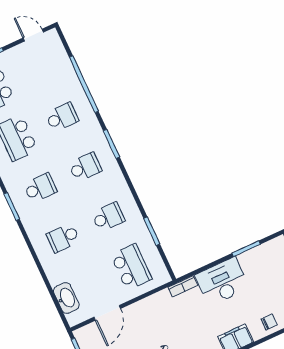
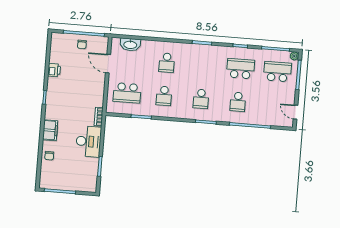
door: (33, 35) -> (296, 112), swing flipped
school desk: (40, 188) -> (204, 66), removed
school desk: (63, 238) -> (167, 63), turned 180

